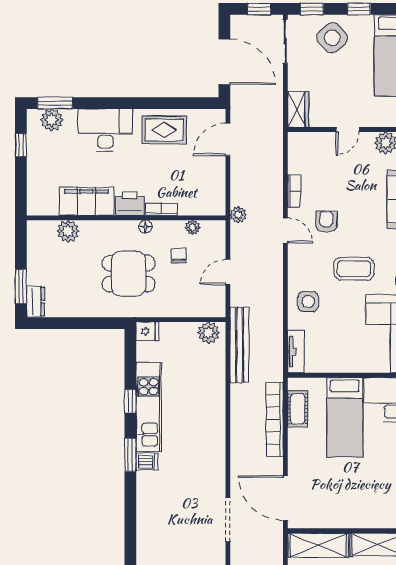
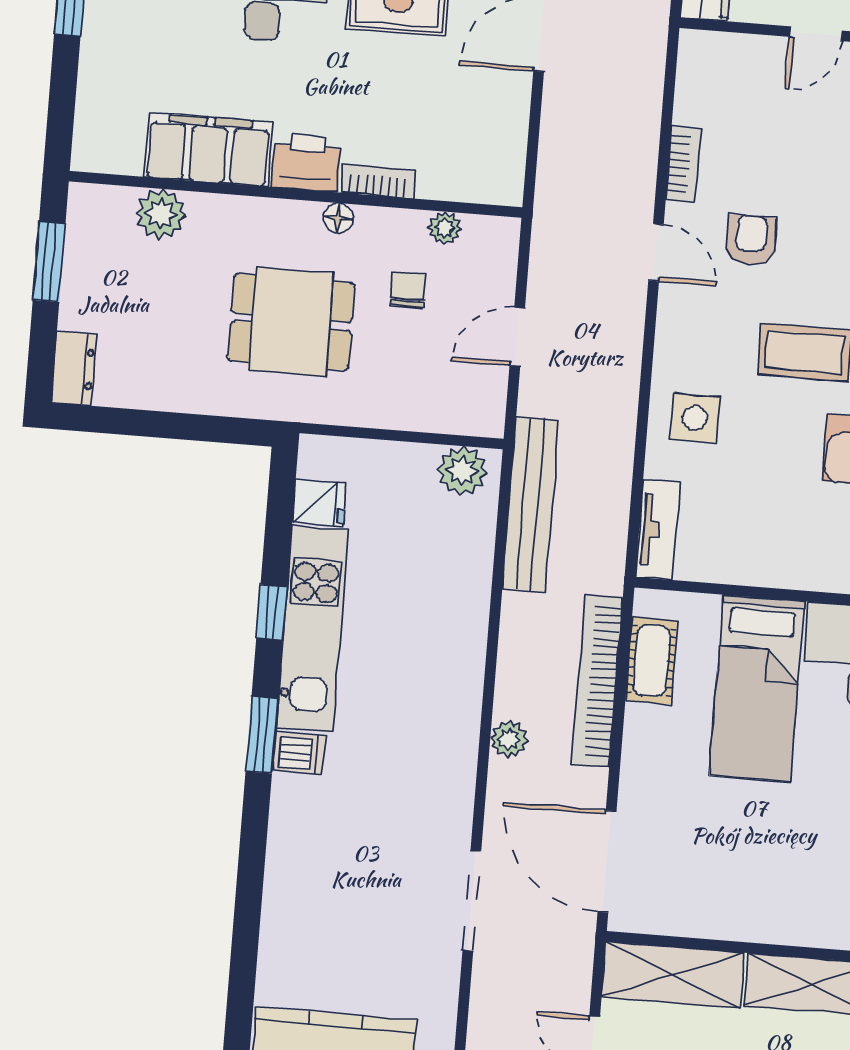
plant: (238, 215) -> (509, 739), moved
window: (21, 287) -> (49, 262), moved
fridge: (147, 331) -> (319, 503), moved

